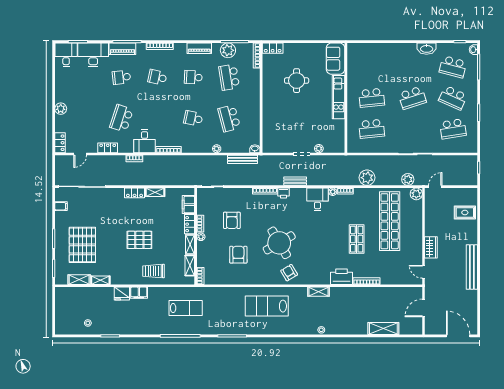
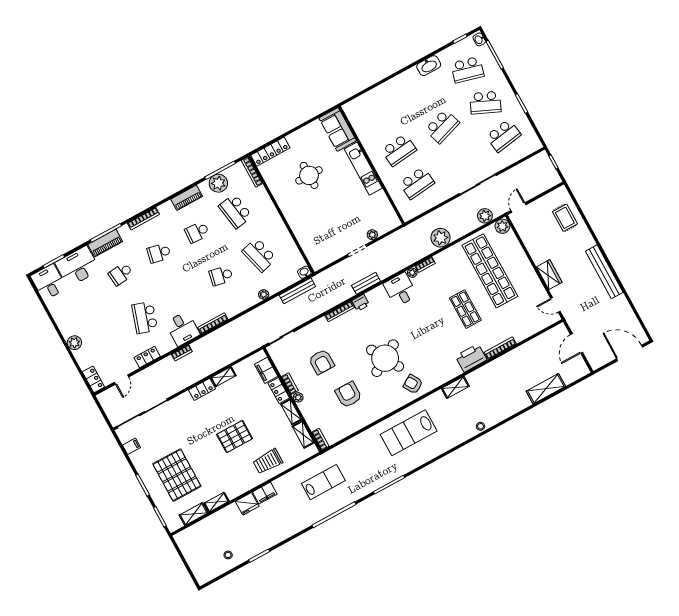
locker: (273, 48) -> (270, 152), width x1.53
rug: (465, 213) -> (565, 218), turned 90

